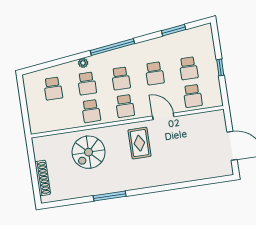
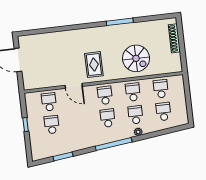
school desk: (155, 73) -> (161, 89), moved
spiral stairs: (89, 152) -> (136, 58), turned 90

